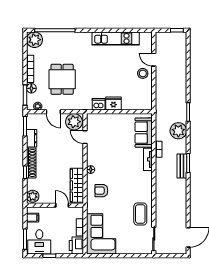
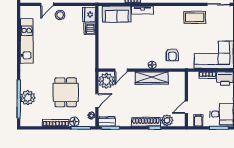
plant: (34, 40) -> (28, 98), moved
dining table: (62, 79) -> (66, 92), turned 90
dishwasher: (99, 104) -> (90, 29), moved
fridge: (113, 104) -> (89, 15), moved
dresser: (32, 138) -> (107, 121), moved
wardrobe: (77, 185) -> (152, 78), moved
plant: (33, 196) -> (167, 120), moved
door: (62, 205) -> (186, 107), moved

